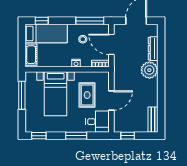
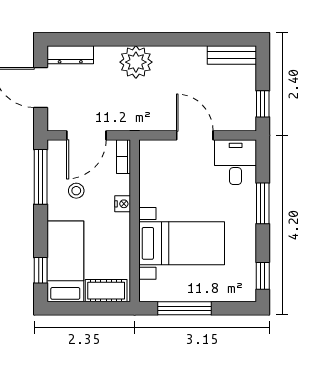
dresser: (153, 49) -> (70, 55), moved
rug: (87, 95) -> (184, 182), removed

